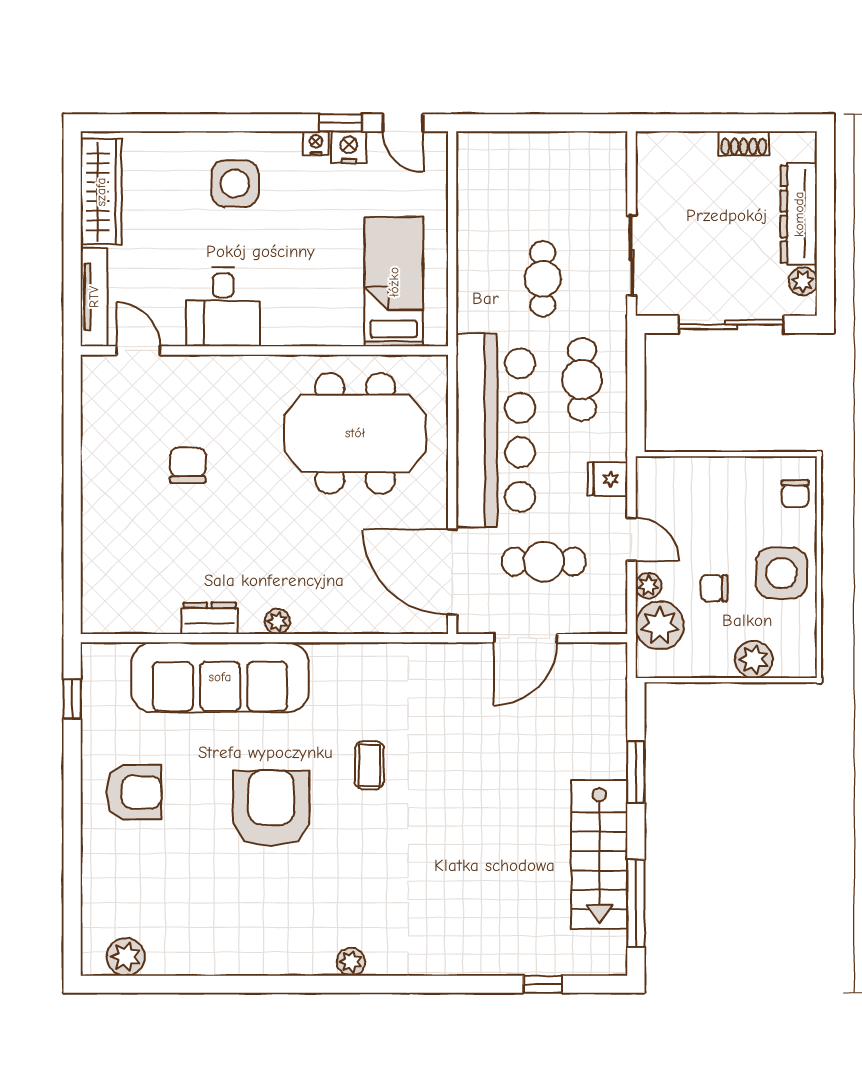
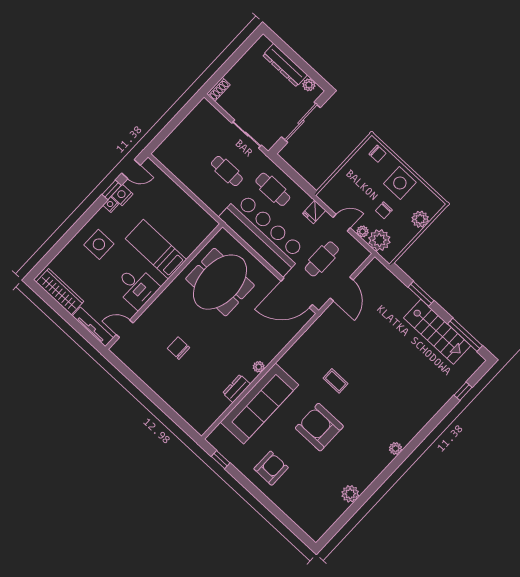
shoe rack: (744, 143) -> (218, 89), moved
bed: (394, 282) -> (156, 249), moved
plant: (126, 957) -> (350, 494), moved

